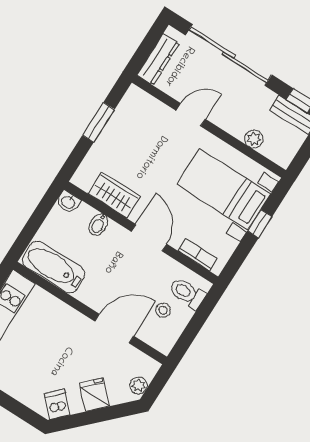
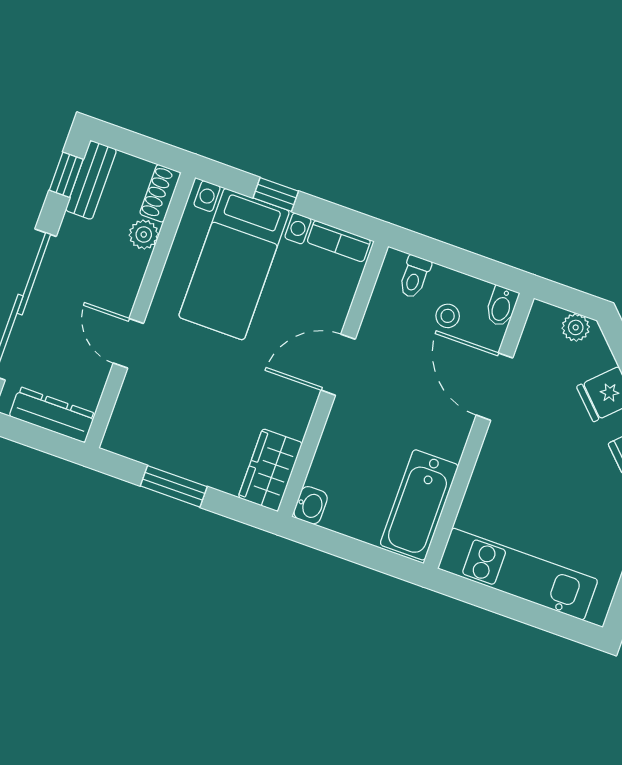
shoe rack: (276, 155) -> (160, 193), added
wardrobe: (114, 195) -> (270, 470), moved
bidet: (98, 225) -> (502, 306), moved, turned 90
bookcase: (198, 255) -> (339, 241), moved, turned -90
toilet: (187, 293) -> (414, 277), width x0.73, depth x0.72

